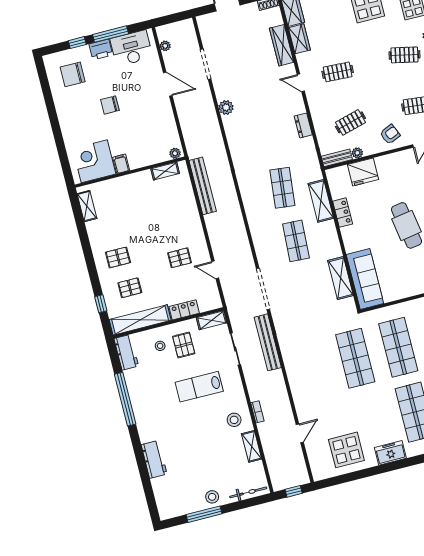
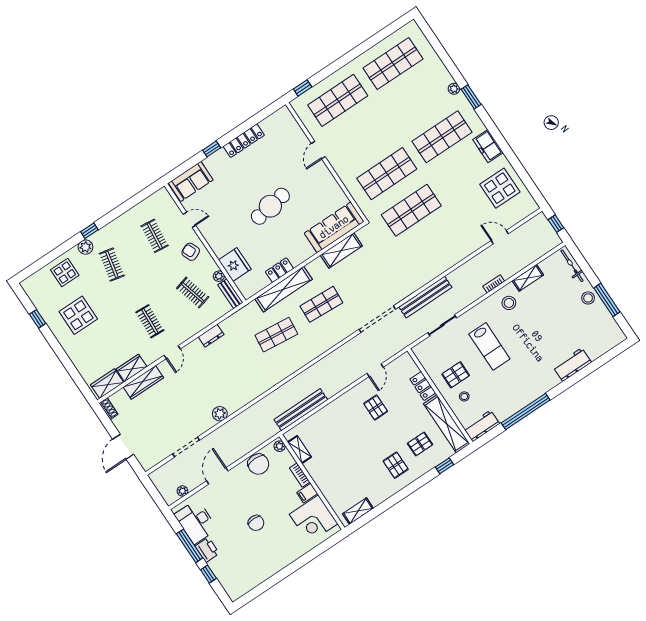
chair: (73, 74) -> (258, 464), moved
bookcase: (141, 163) -> (300, 475), added
shelving: (321, 201) -> (284, 289), width x1.47
pallet: (130, 288) -> (420, 444), turned 90
shelving: (212, 320) -> (423, 357), removed

